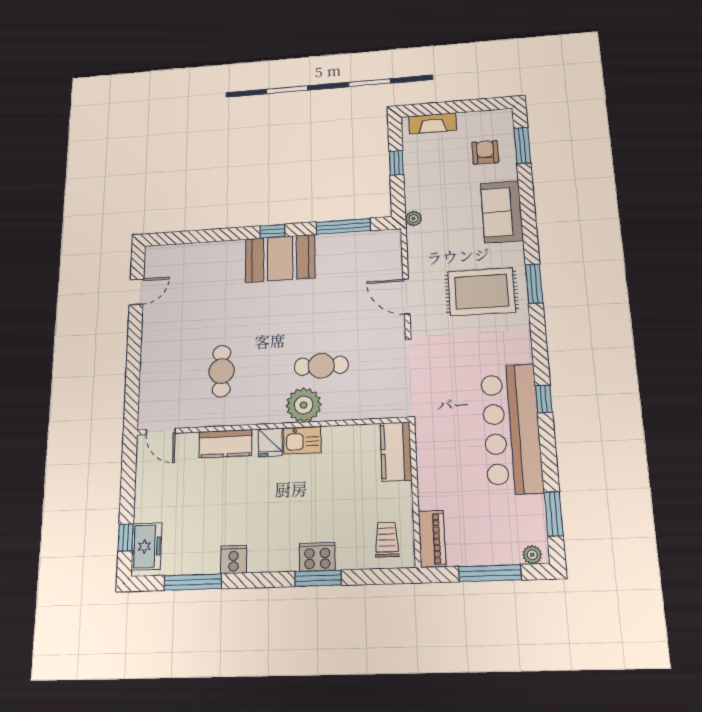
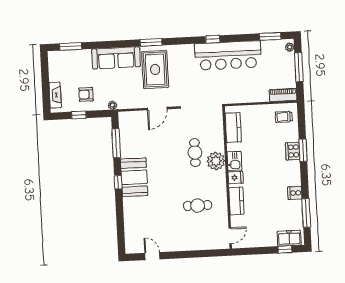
armchair: (485, 152) -> (86, 94), moved
sofa: (502, 212) -> (116, 58), width x1.36
kitchen counter: (396, 451) -> (233, 127), moved, turned -90

